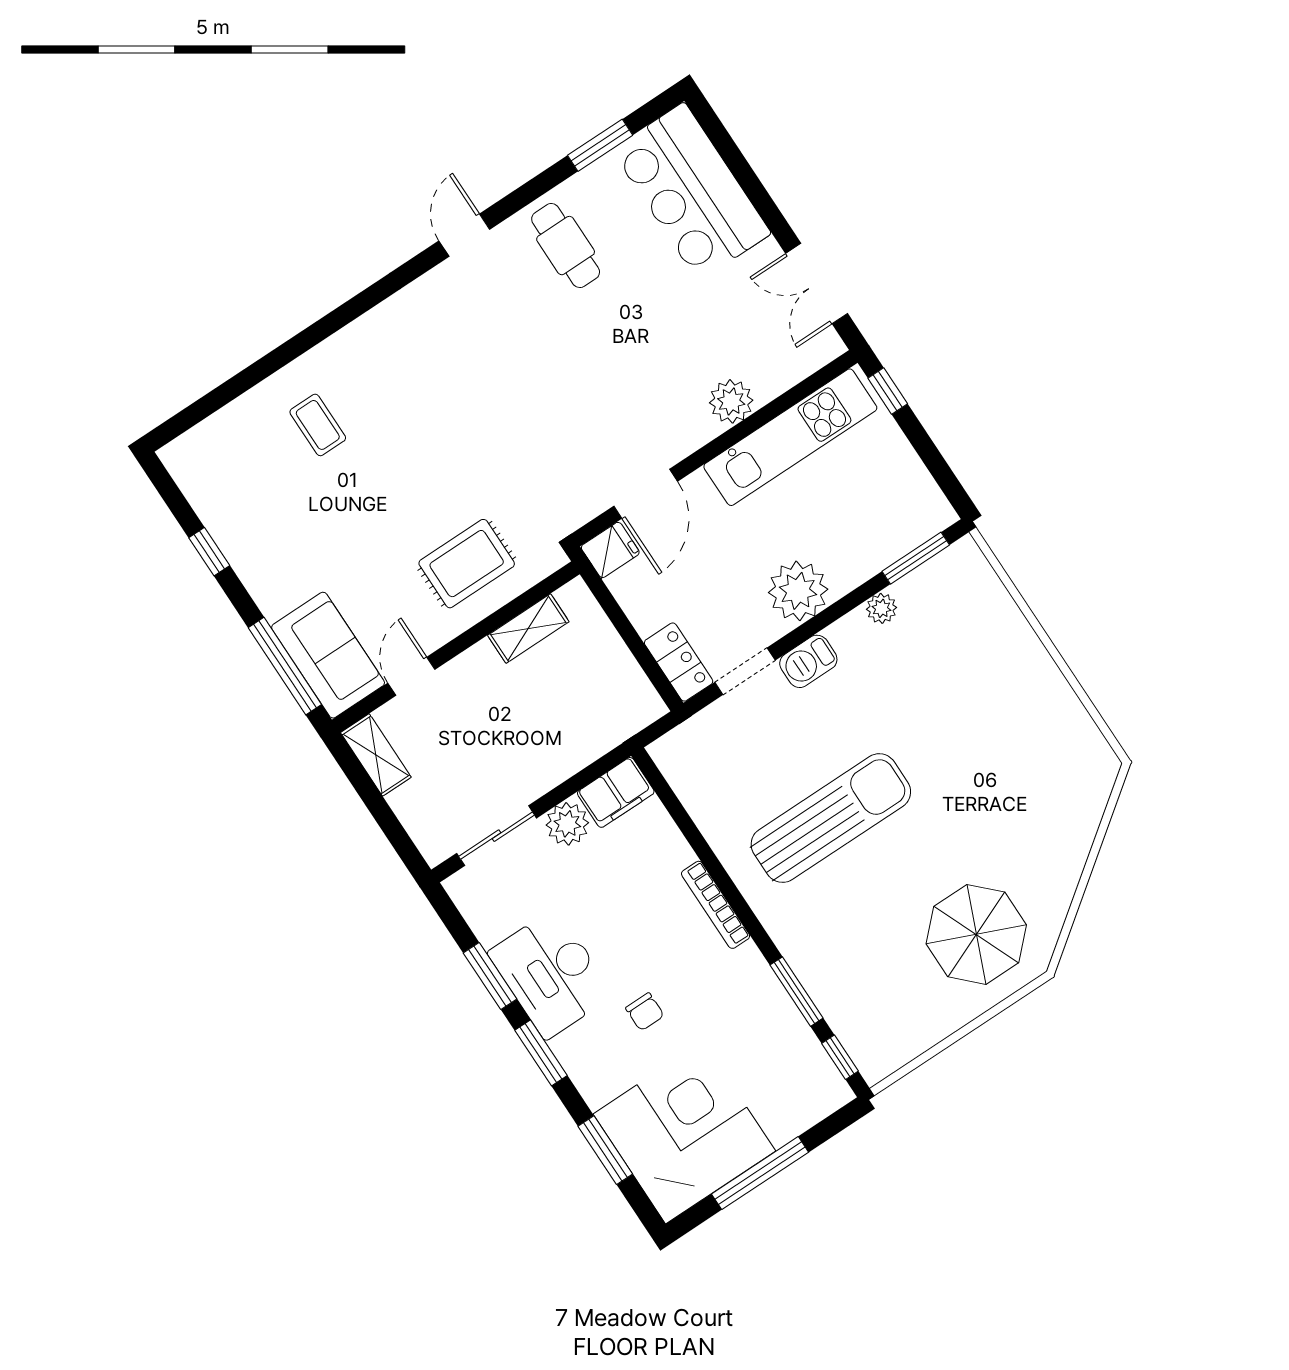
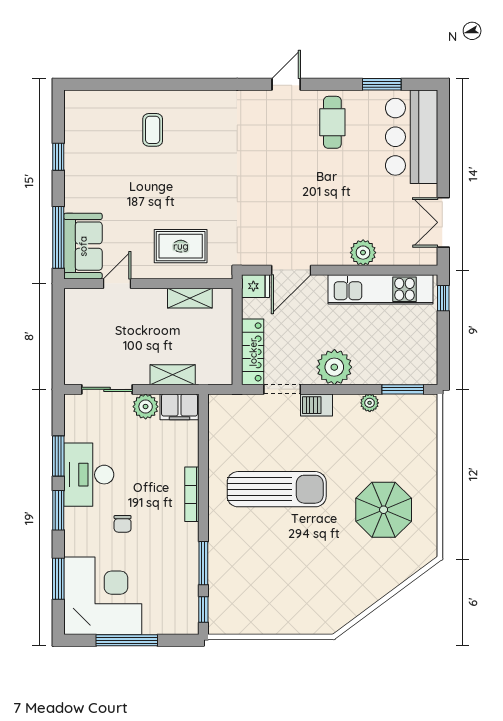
locker: (679, 662) -> (253, 352), width x1.53
shelving: (376, 755) -> (173, 375), moved, turned 90
parasol: (976, 934) -> (384, 510), moved

